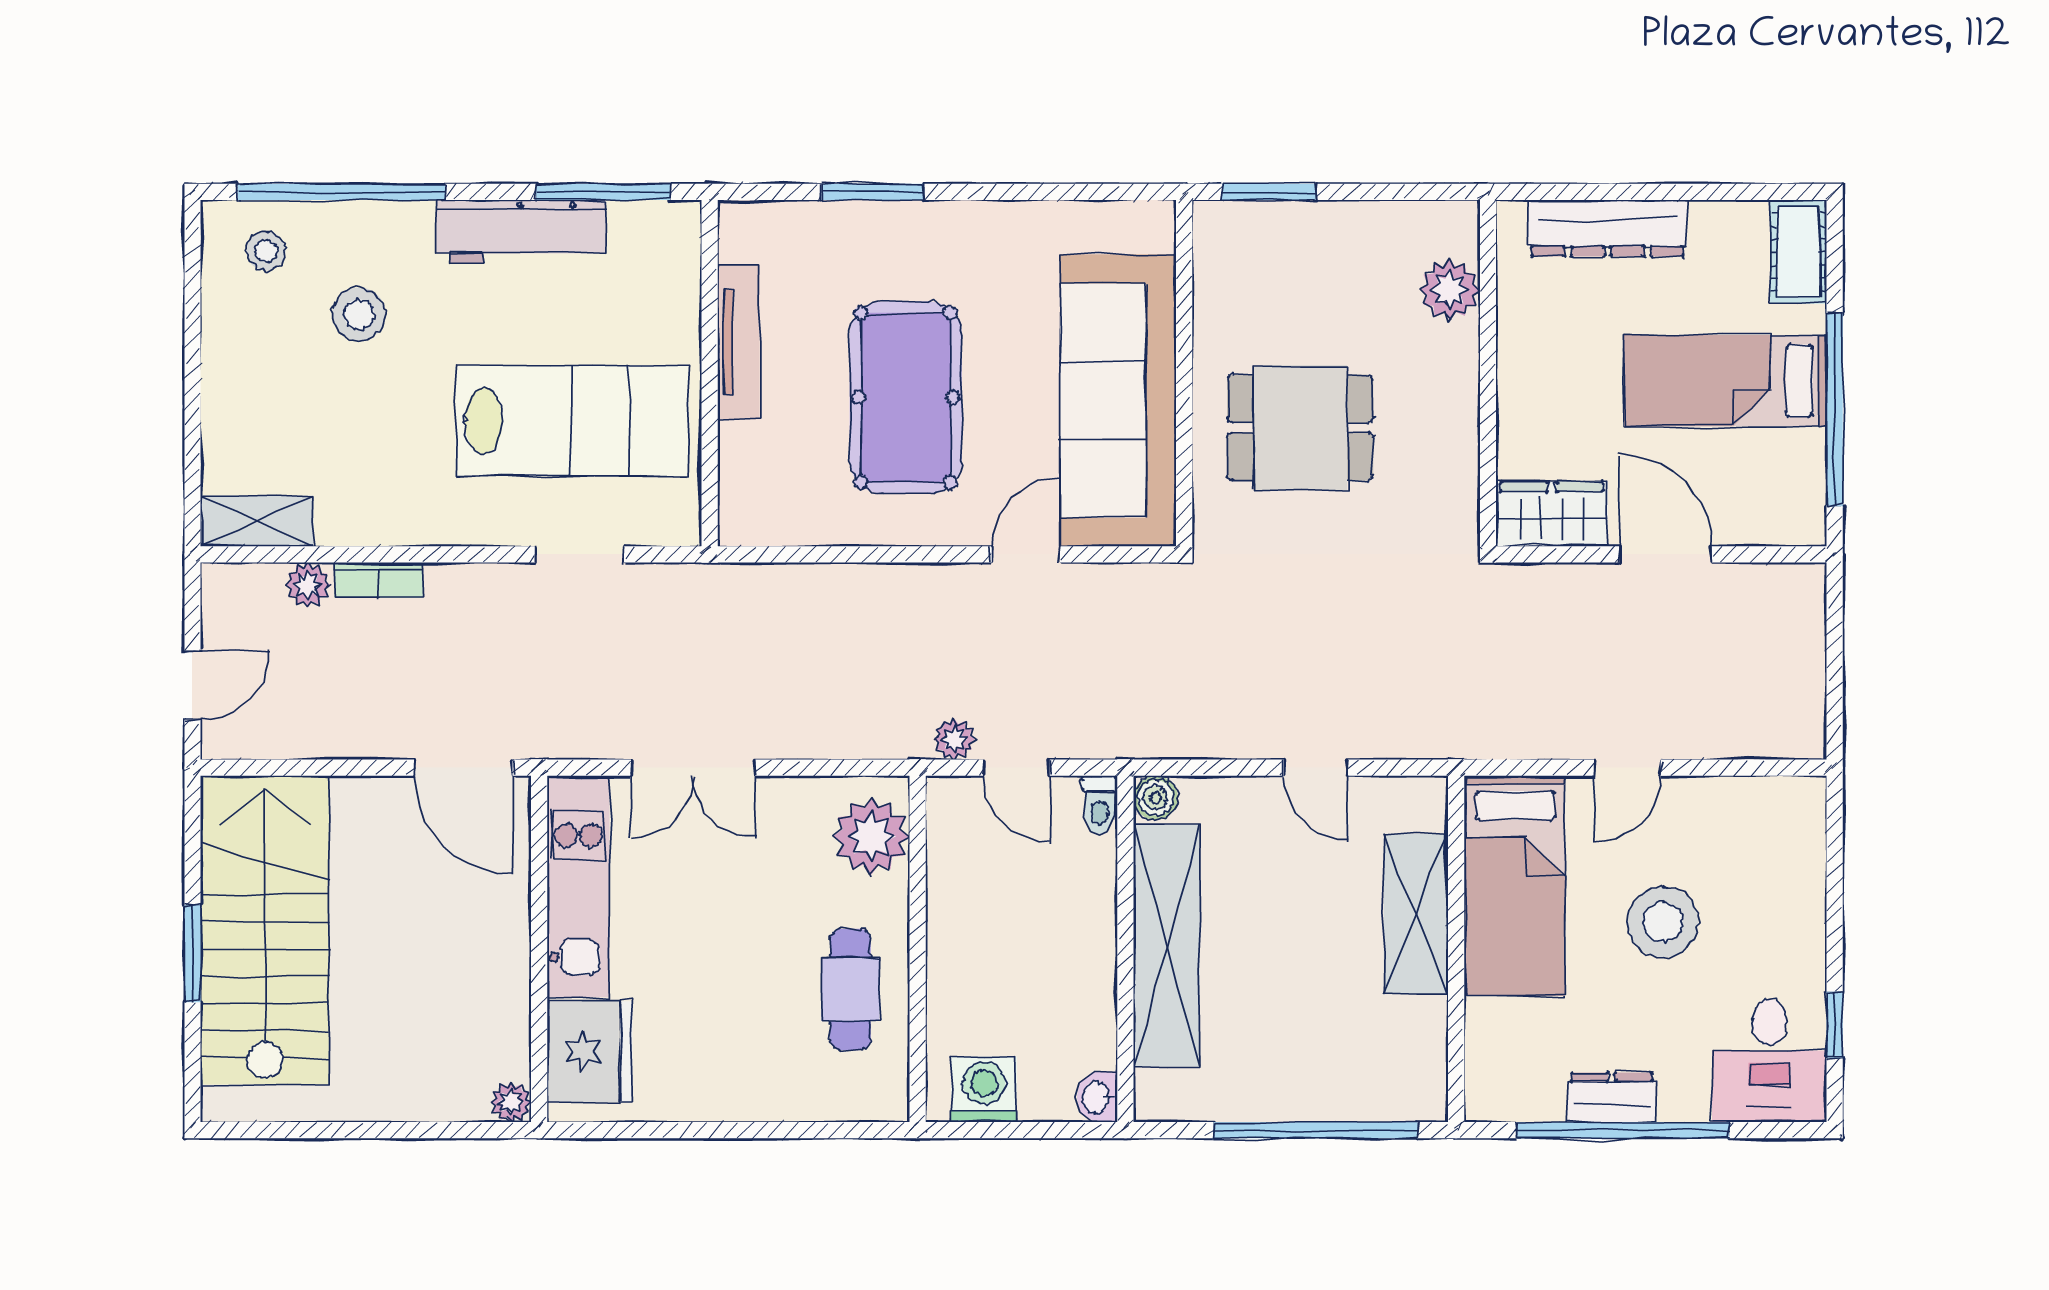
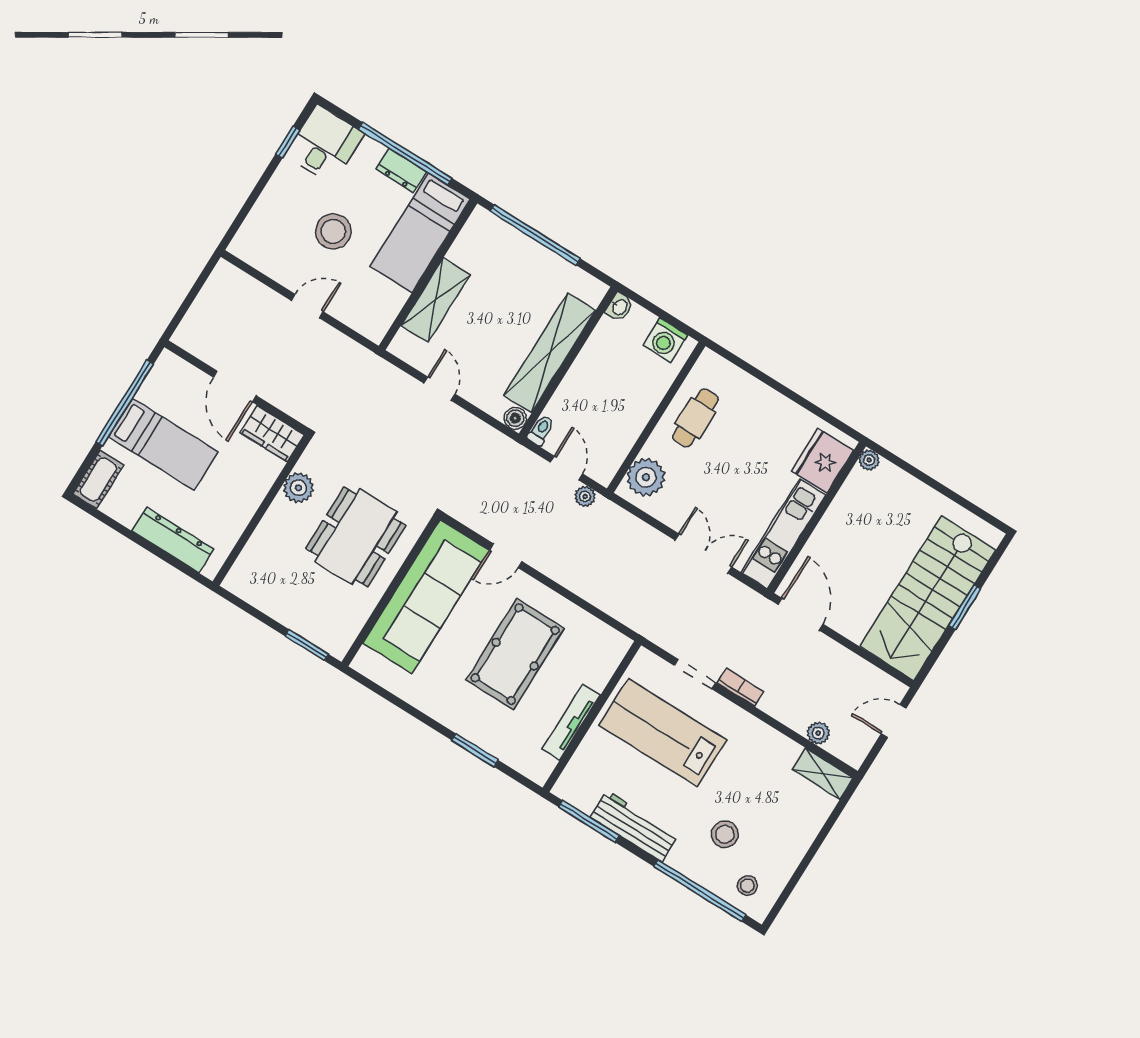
plant: (1450, 290) -> (298, 488), moved
dining table: (1300, 428) -> (356, 537), width x1.38
bookcase: (379, 580) -> (740, 687), moved
bed: (1515, 886) -> (420, 233), moved, turned 180

